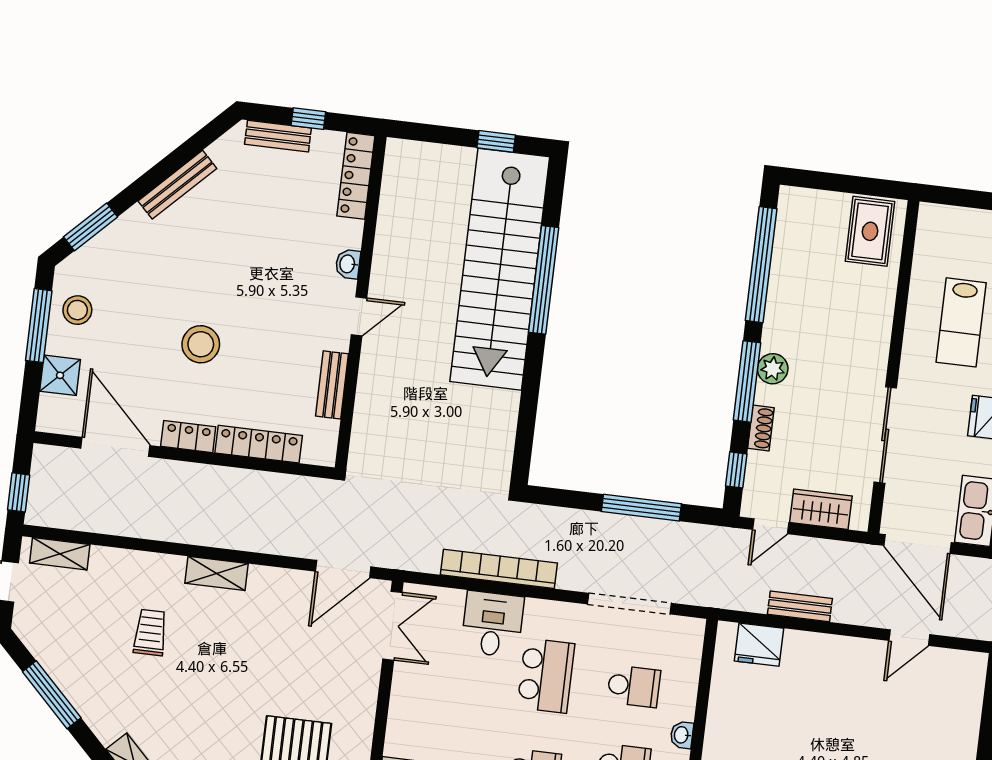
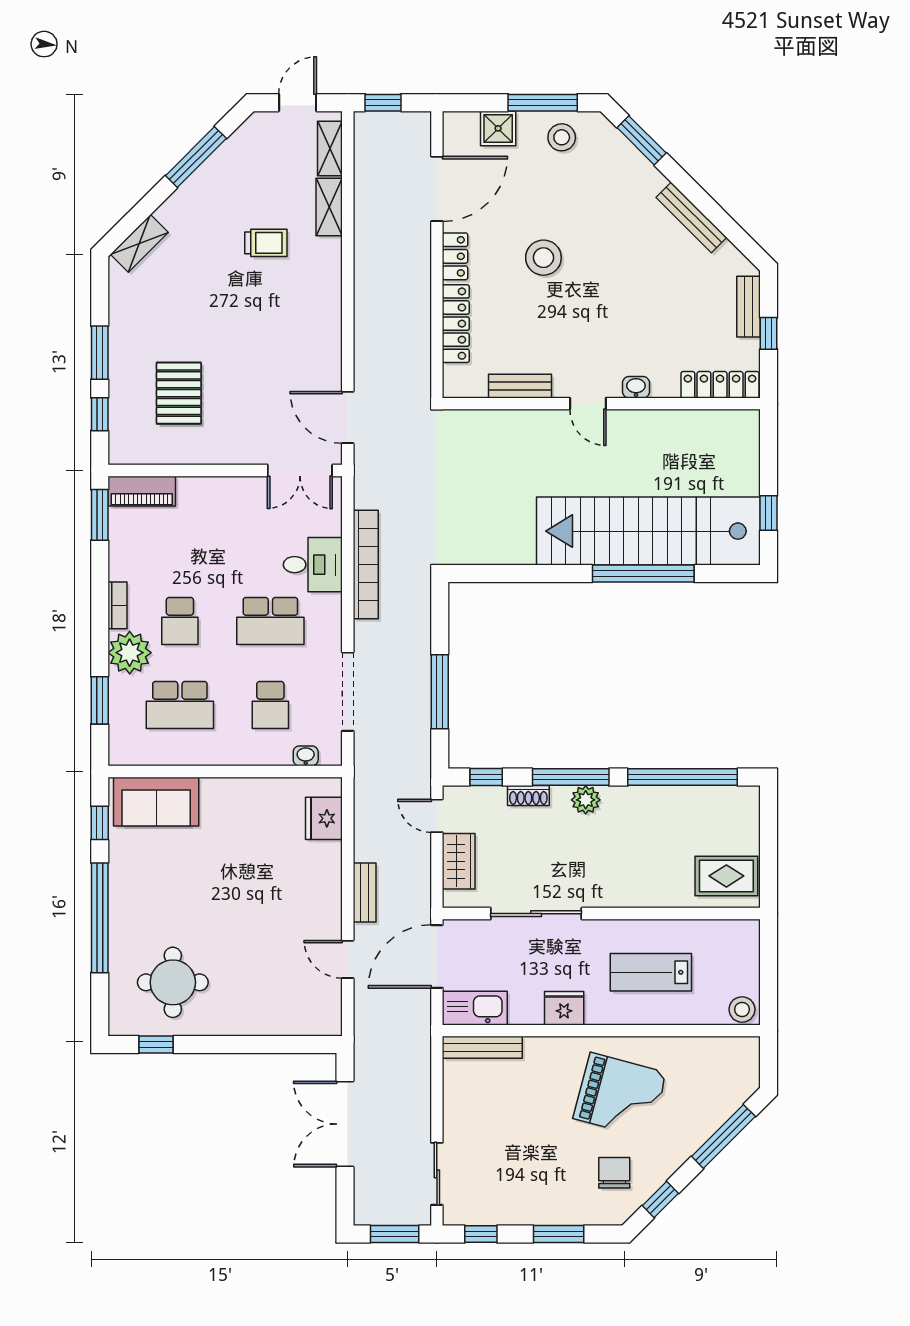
shelving: (216, 573) -> (329, 207), moved
bench: (800, 606) -> (365, 893), moved
washbasin: (682, 735) -> (306, 756), moved

